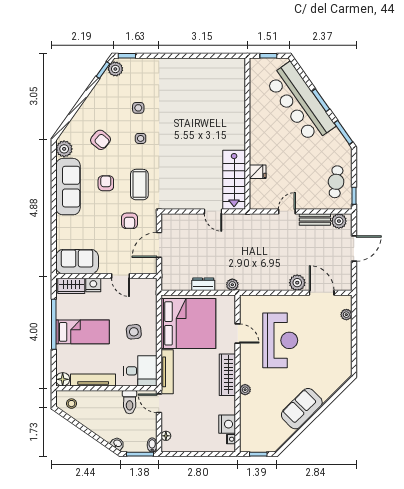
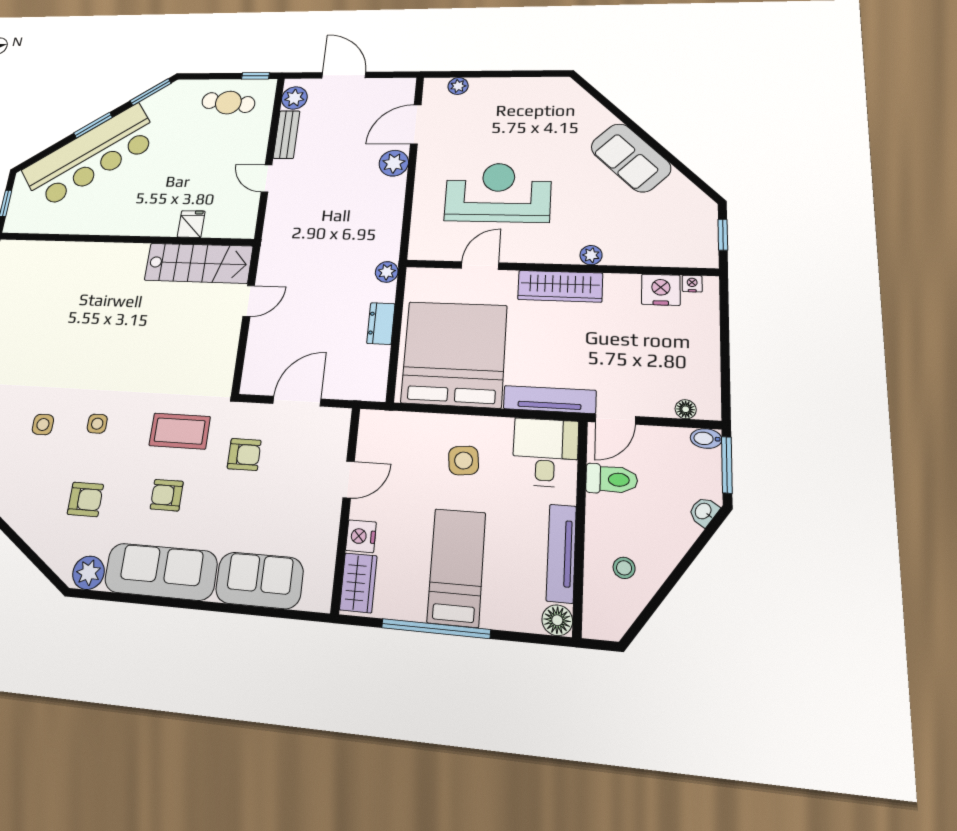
armchair: (100, 140) -> (85, 499), turned 50
door: (159, 245) -> (297, 401), swing flipped
sofa: (77, 262) -> (259, 580), moved, turned 90
stool: (71, 404) -> (624, 568), moved

